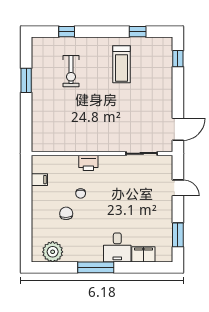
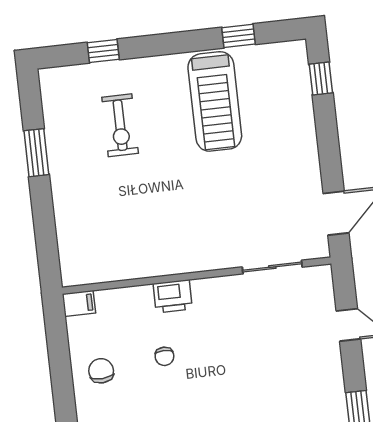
treadmill: (122, 64) -> (215, 101), width x1.37, depth x1.38
filing cabinet: (39, 180) -> (79, 303), moved
chair: (66, 213) -> (101, 371), moved

